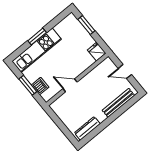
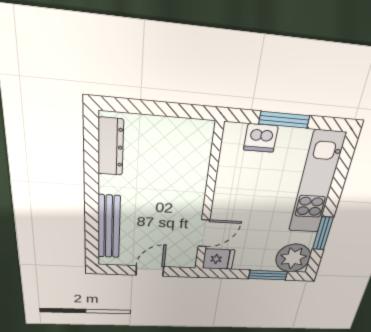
plant: (70, 24) -> (293, 258), added
window: (37, 37) -> (323, 233), moved
door: (70, 85) -> (204, 233), moved

